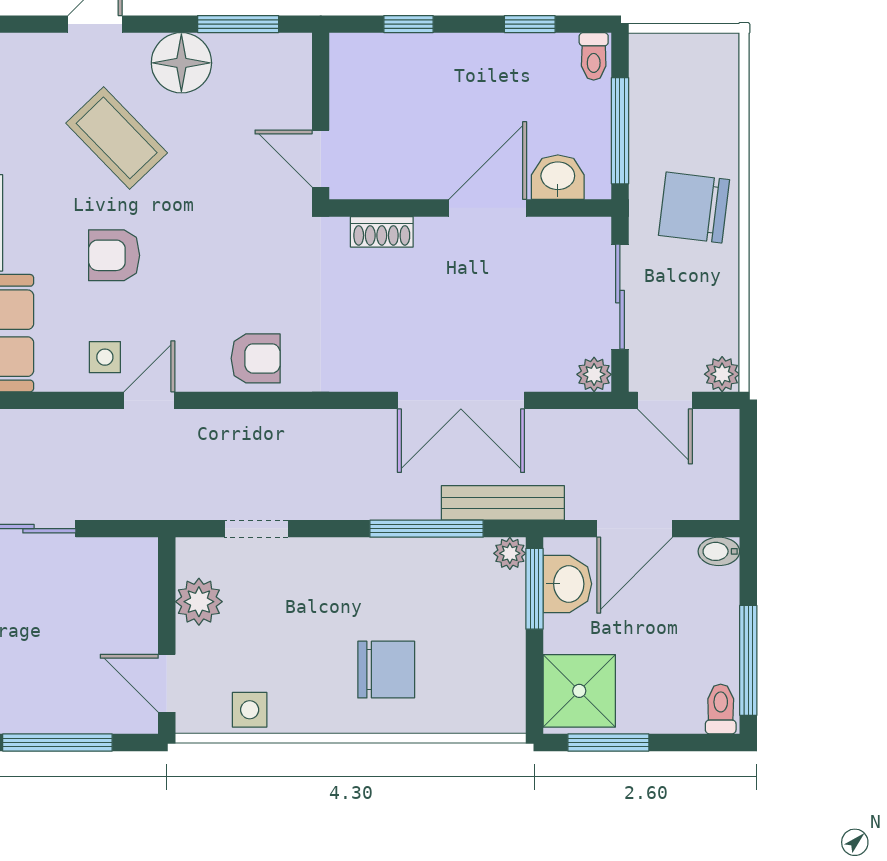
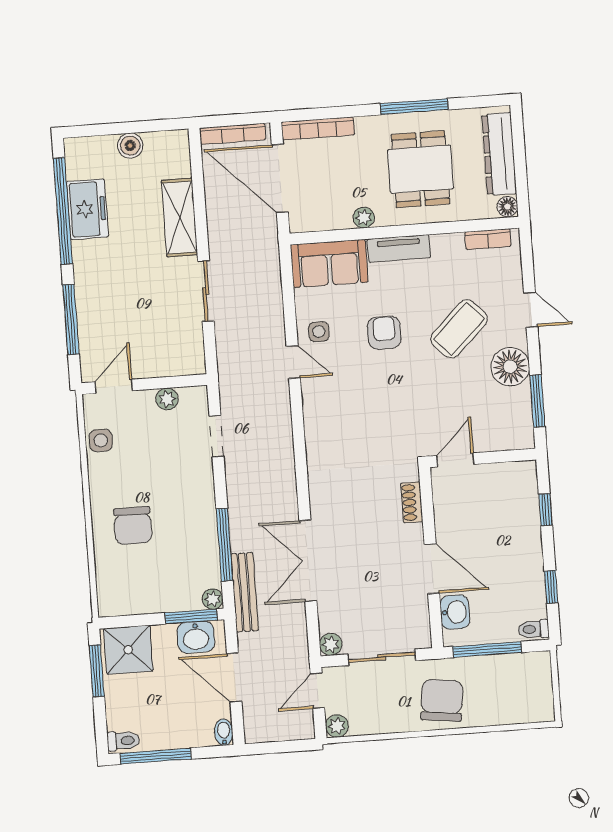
armchair: (256, 358) -> (325, 428), removed
plant: (199, 602) -> (167, 399), width x0.73, depth x0.73

